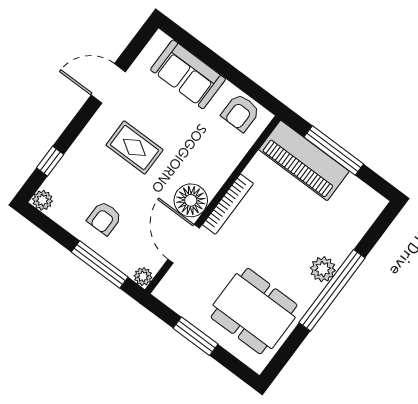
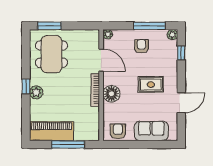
piano: (304, 160) -> (52, 131), moved
floor lamp: (191, 200) -> (111, 94), moved
window: (100, 265) -> (149, 26), moved
window: (332, 290) -> (26, 87), width x0.32
dining table: (254, 311) -> (52, 54), turned 90
window: (195, 336) -> (50, 26), moved

